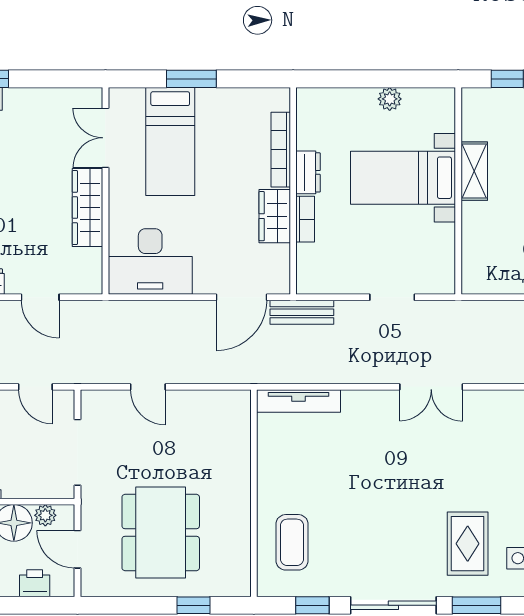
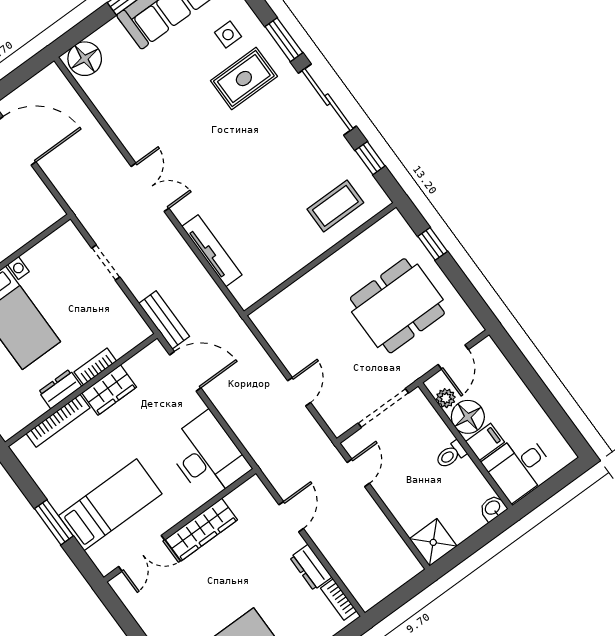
tv unit: (299, 401) -> (212, 251), moved
printer: (35, 583) -> (500, 370), removed

